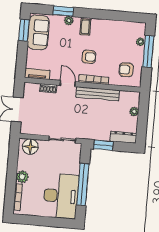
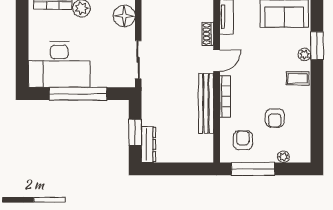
window: (148, 51) -> (253, 169), moved
armchair: (89, 57) -> (275, 118), moved
plant: (134, 112) -> (186, 156), removed
window: (103, 145) -> (135, 132), moved

